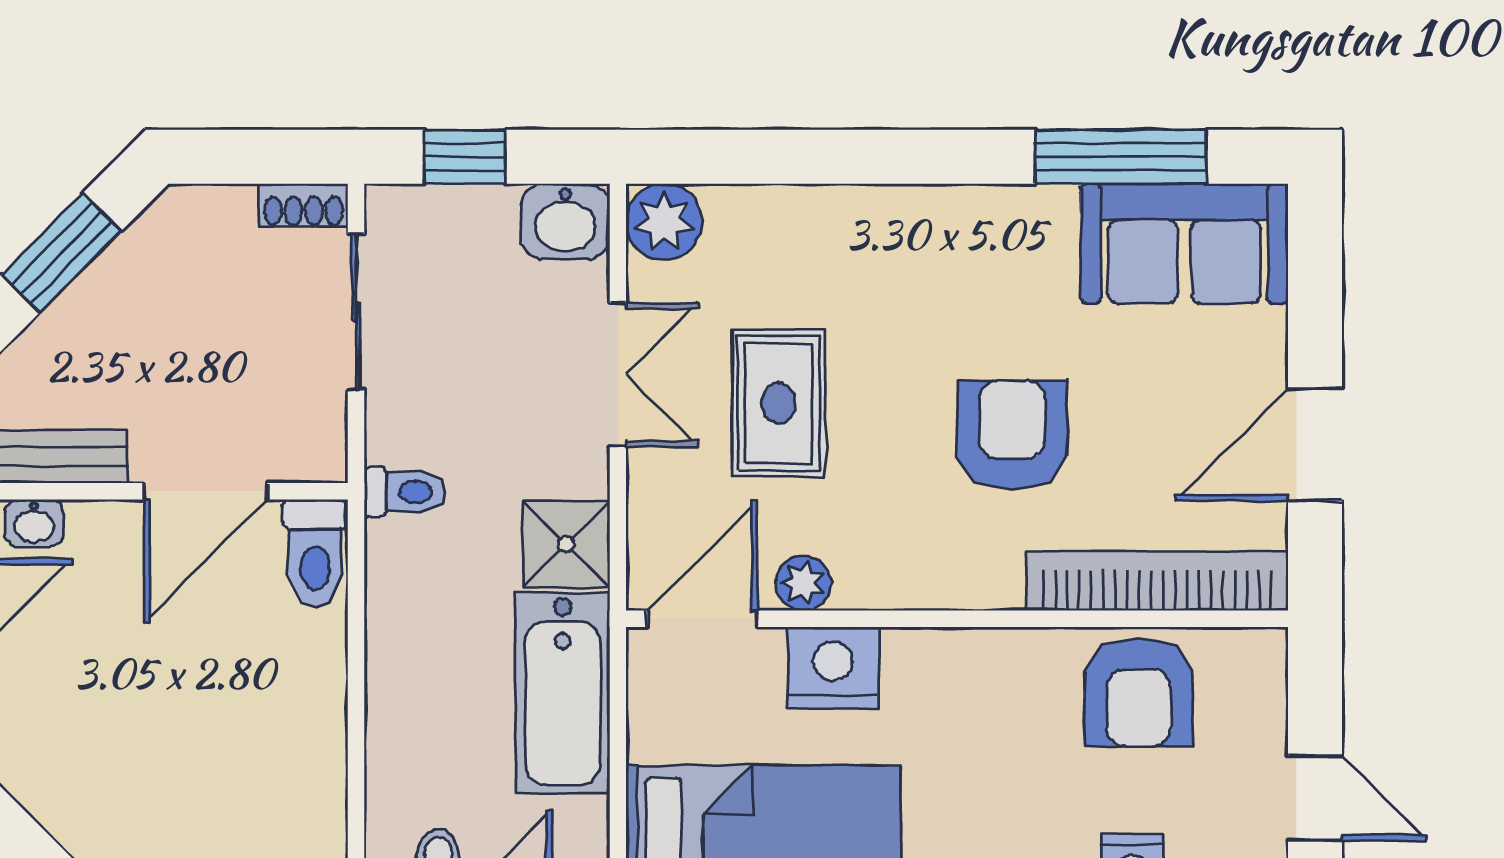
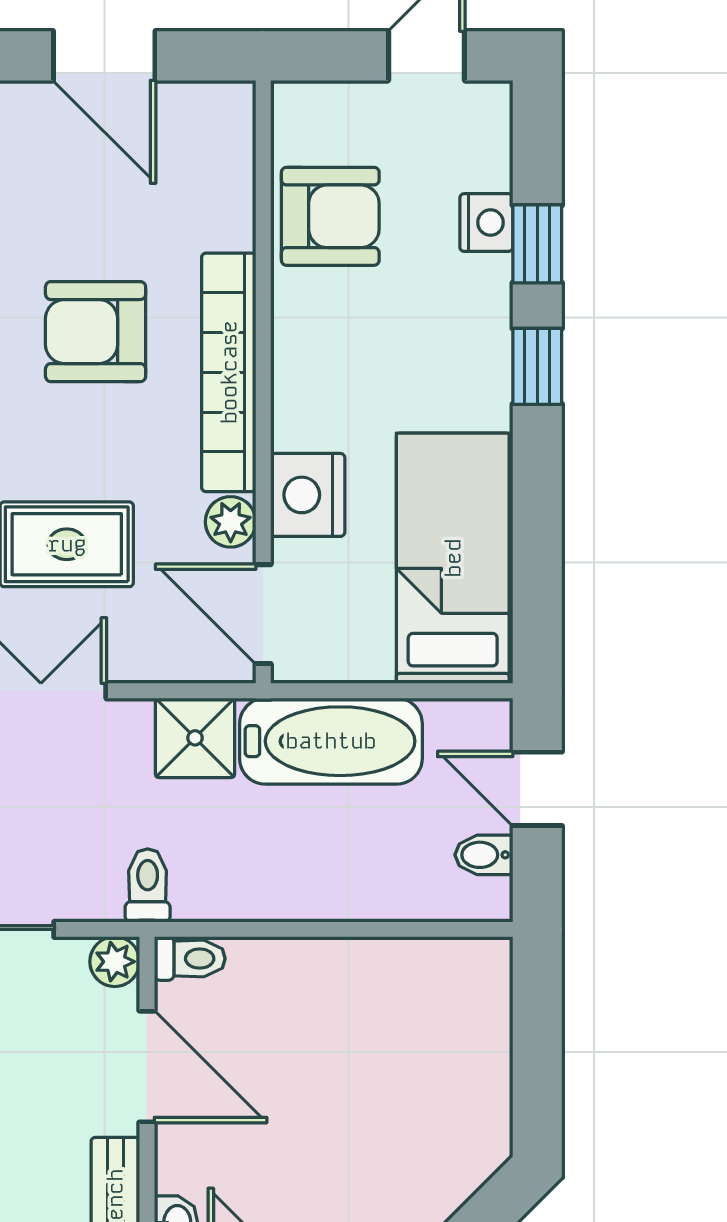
plant: (321, 456) -> (115, 962), added
toilet: (315, 553) -> (190, 959), width x0.73, depth x0.72
bookcase: (1157, 581) -> (229, 372), moved

